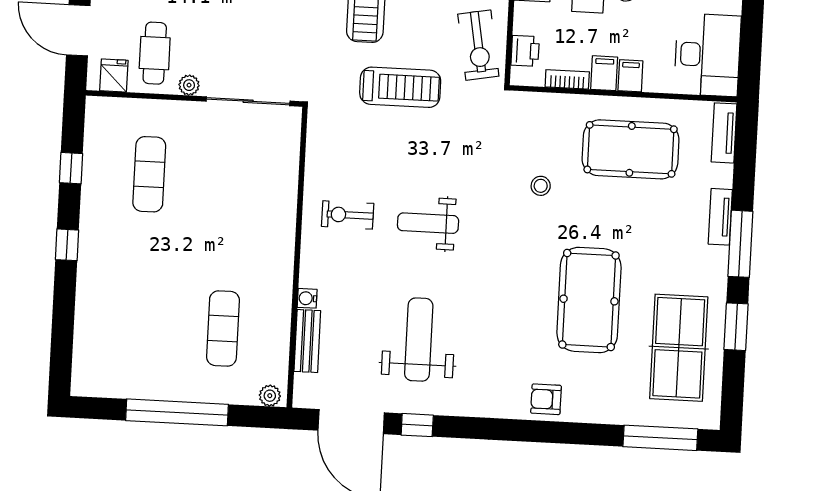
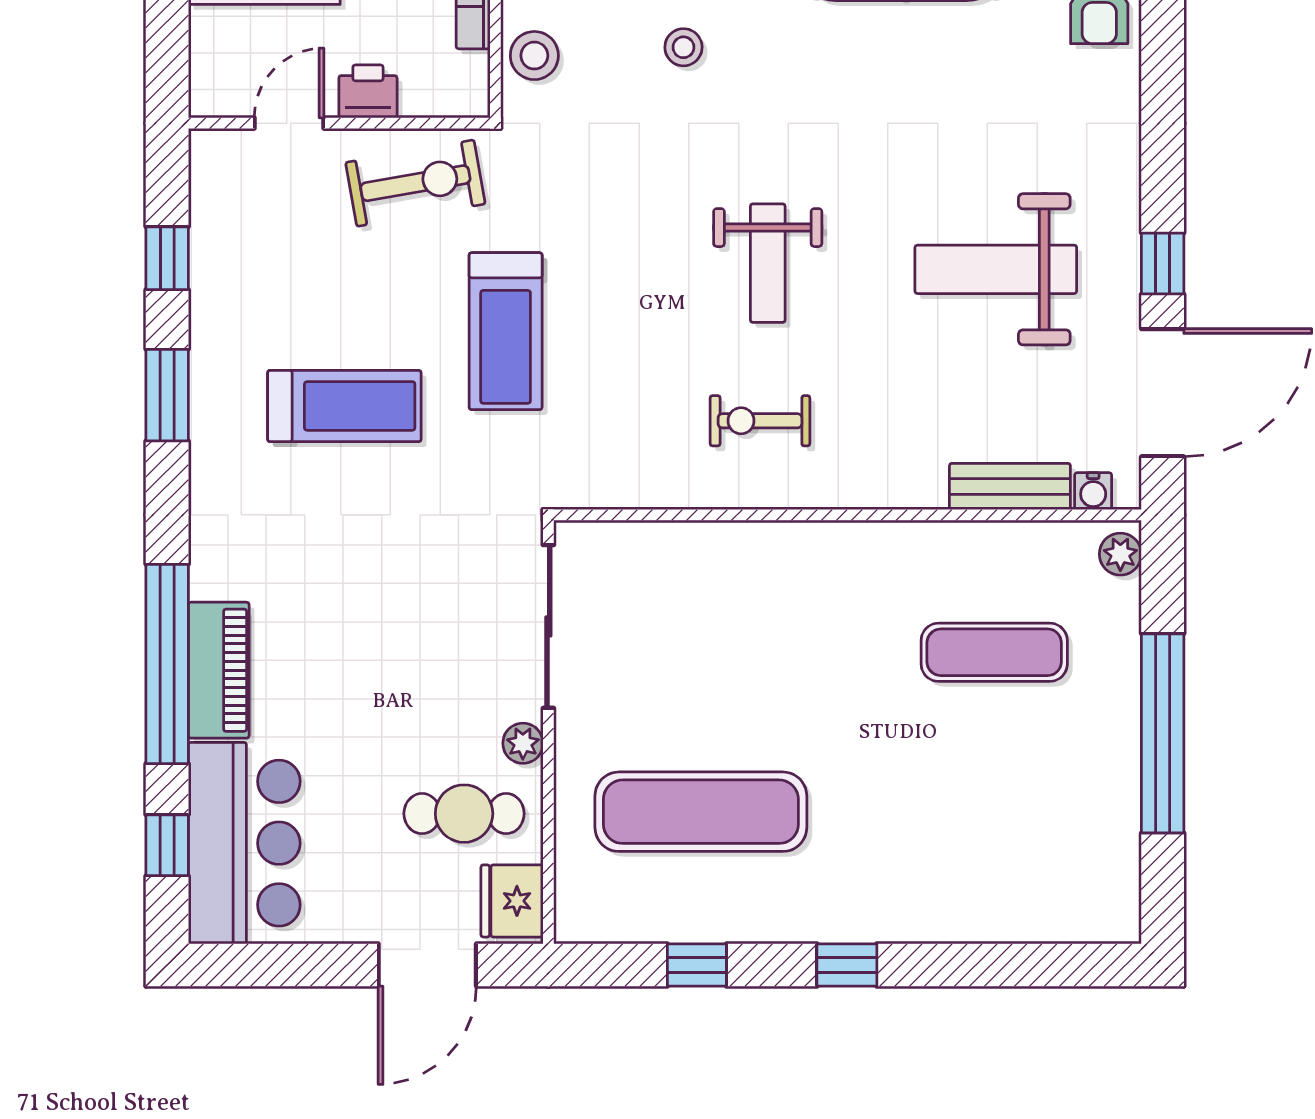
printer: (525, 51) -> (368, 91), moved
fridge: (114, 76) -> (512, 901), width x1.38
treadmill: (400, 87) -> (506, 331), turned 180
stool: (540, 109) -> (534, 56), added
exercise mat: (149, 174) -> (701, 812), width x1.36, depth x1.45
exercise bike: (348, 215) -> (760, 421), turned 90
water cooler: (307, 298) -> (1093, 491), moved

